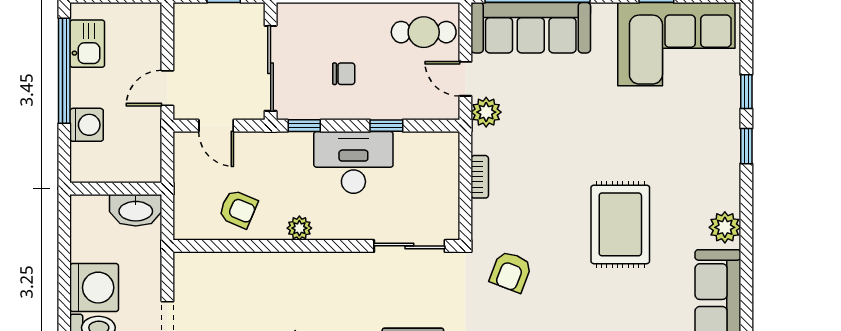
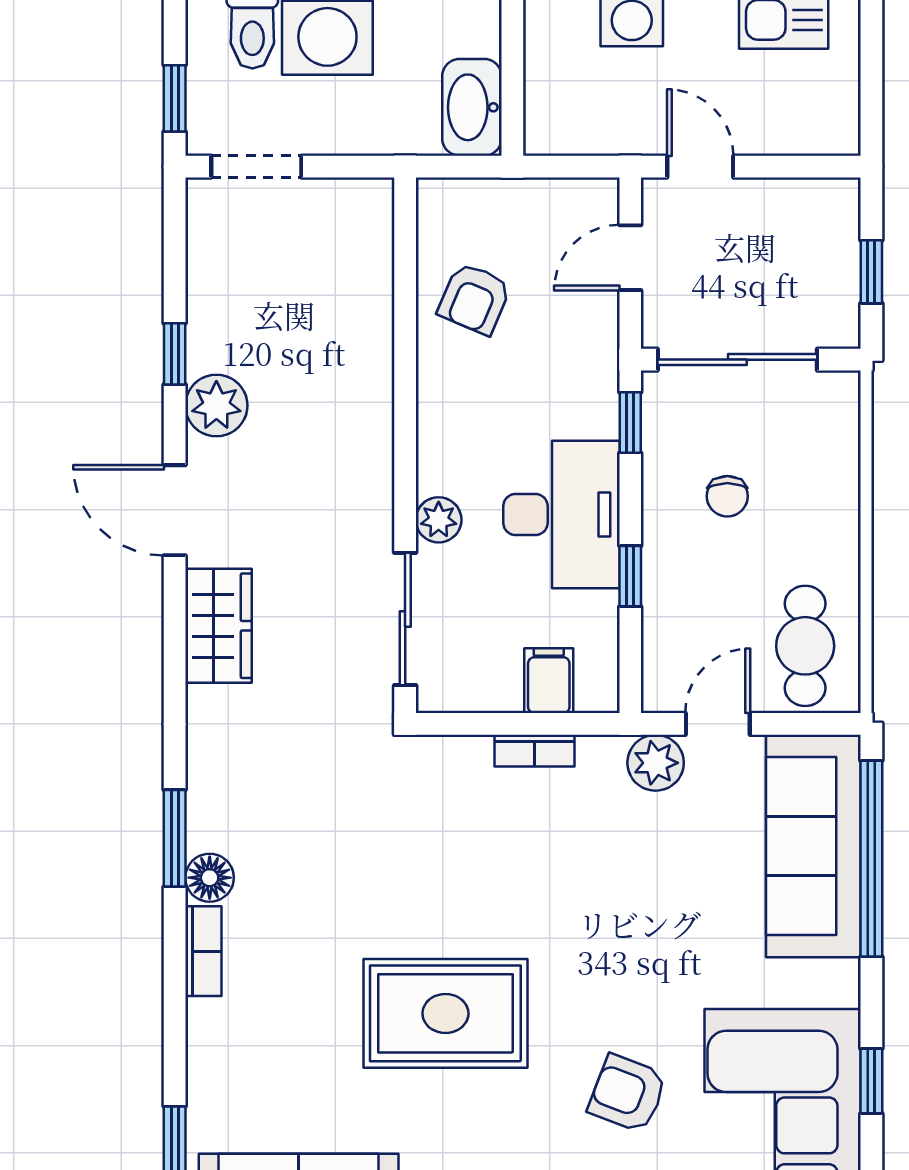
filing cabinet: (442, 169) -> (549, 681), added
plant: (299, 228) -> (439, 520), moved
armchair: (511, 272) -> (628, 1093), moved

